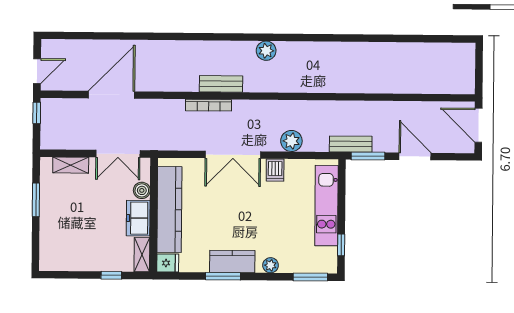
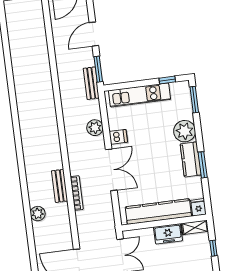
plant: (266, 51) -> (38, 214), moved
boiler: (142, 190) -> (147, 234), removed
plant: (271, 265) -> (185, 131), width x1.88, depth x1.88

